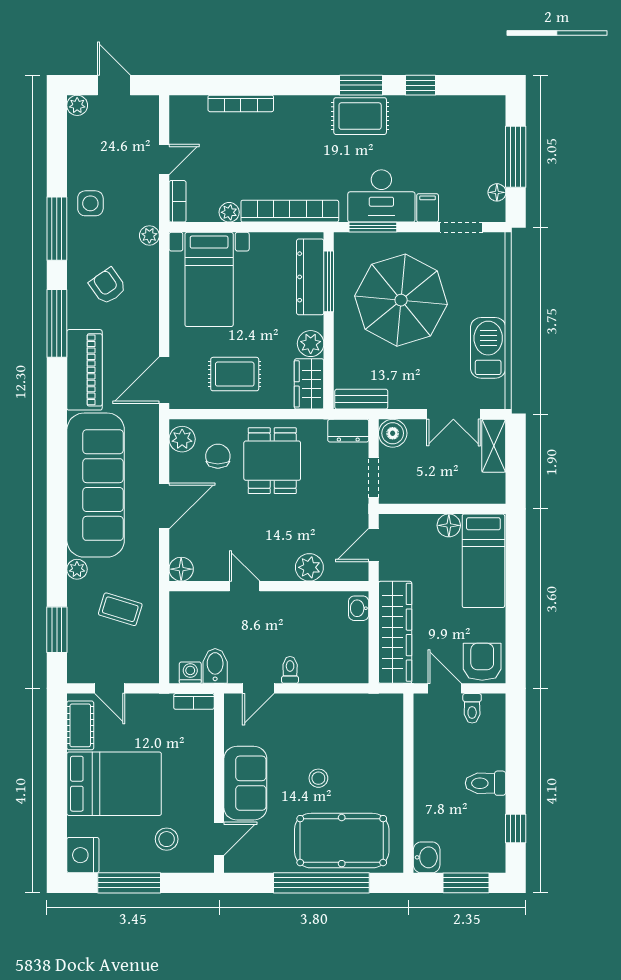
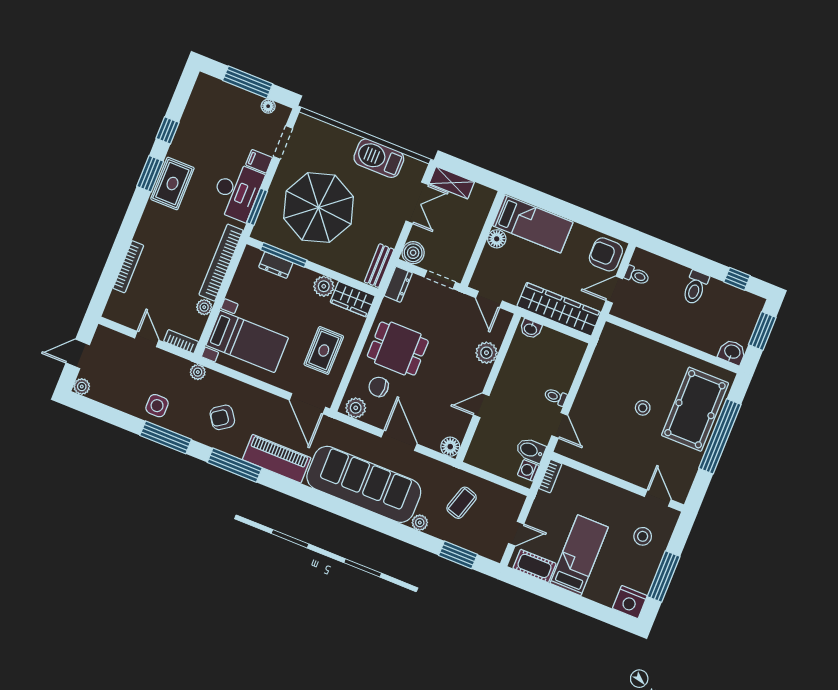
dresser: (310, 277) -> (276, 265), width x0.51, depth x0.80
sofa: (245, 783) -> (625, 463), removed
bed: (114, 784) -> (579, 555), width x0.67

